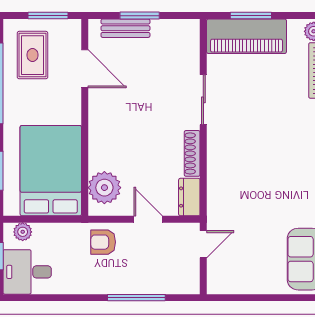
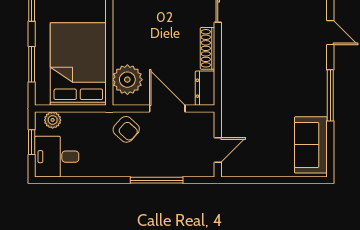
door: (148, 219) -> (167, 109), width x1.37
armchair: (103, 242) -> (126, 129), turned -138
door: (203, 244) -> (218, 150), moved

